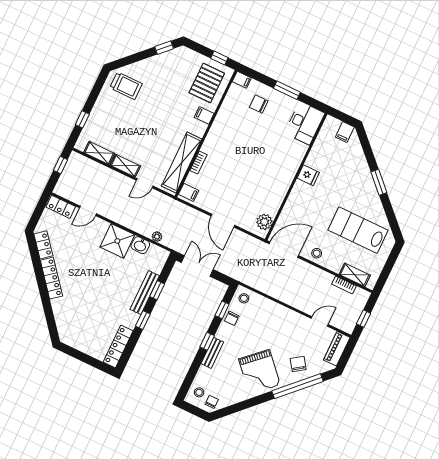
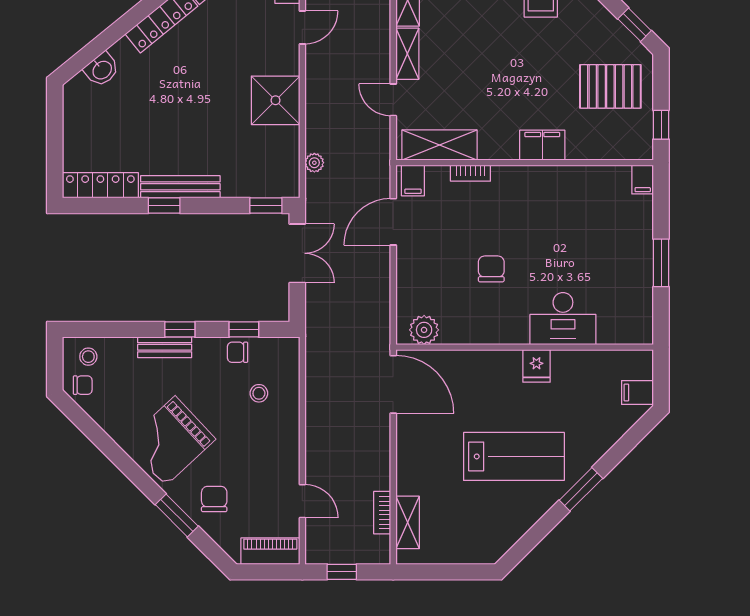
pallet: (207, 83) -> (610, 86), moved
chair: (259, 104) -> (491, 269), moved
filing cabinet: (204, 115) -> (542, 145), width x2.00
desk: (305, 123) -> (563, 319), moved
shelving: (182, 163) -> (440, 145), width x0.68
door: (88, 211) -> (302, 28), swing flipped
door: (223, 221) -> (393, 222), moved
lab bench: (358, 230) -> (514, 456), moved, turned 90
washbasin: (140, 245) -> (102, 70), moved, turned -129
stool: (317, 253) -> (413, 442), removed
window: (157, 290) -> (266, 206), moved
bench: (145, 293) -> (180, 187), moved
stool: (244, 298) -> (259, 393), moved
chair: (298, 364) -> (214, 499), turned -55
window: (297, 386) -> (177, 515), width x0.47

